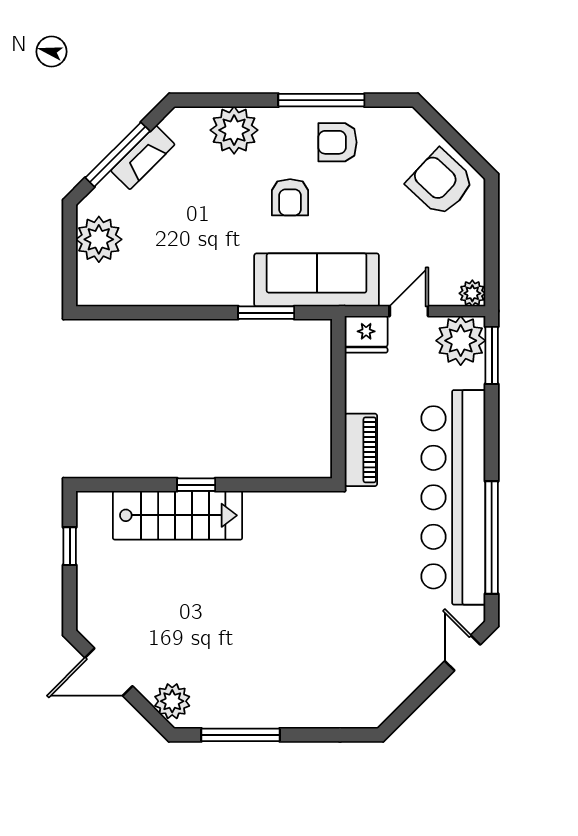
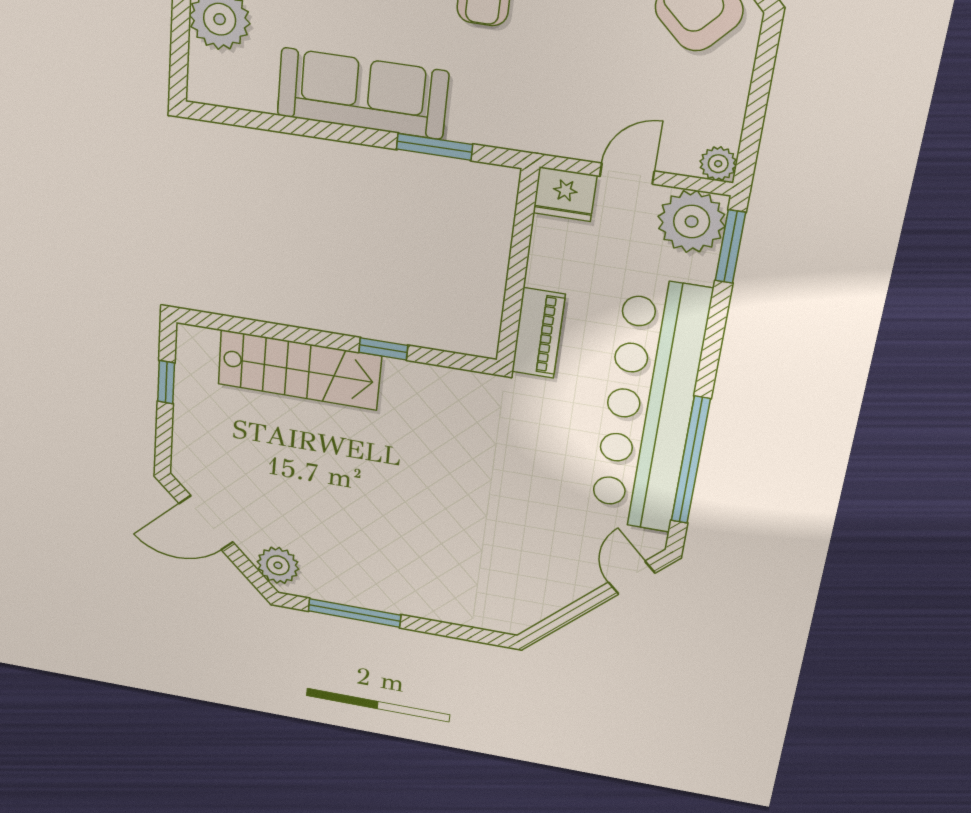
sofa: (317, 280) -> (362, 94), moved
window: (196, 485) -> (383, 349), moved

